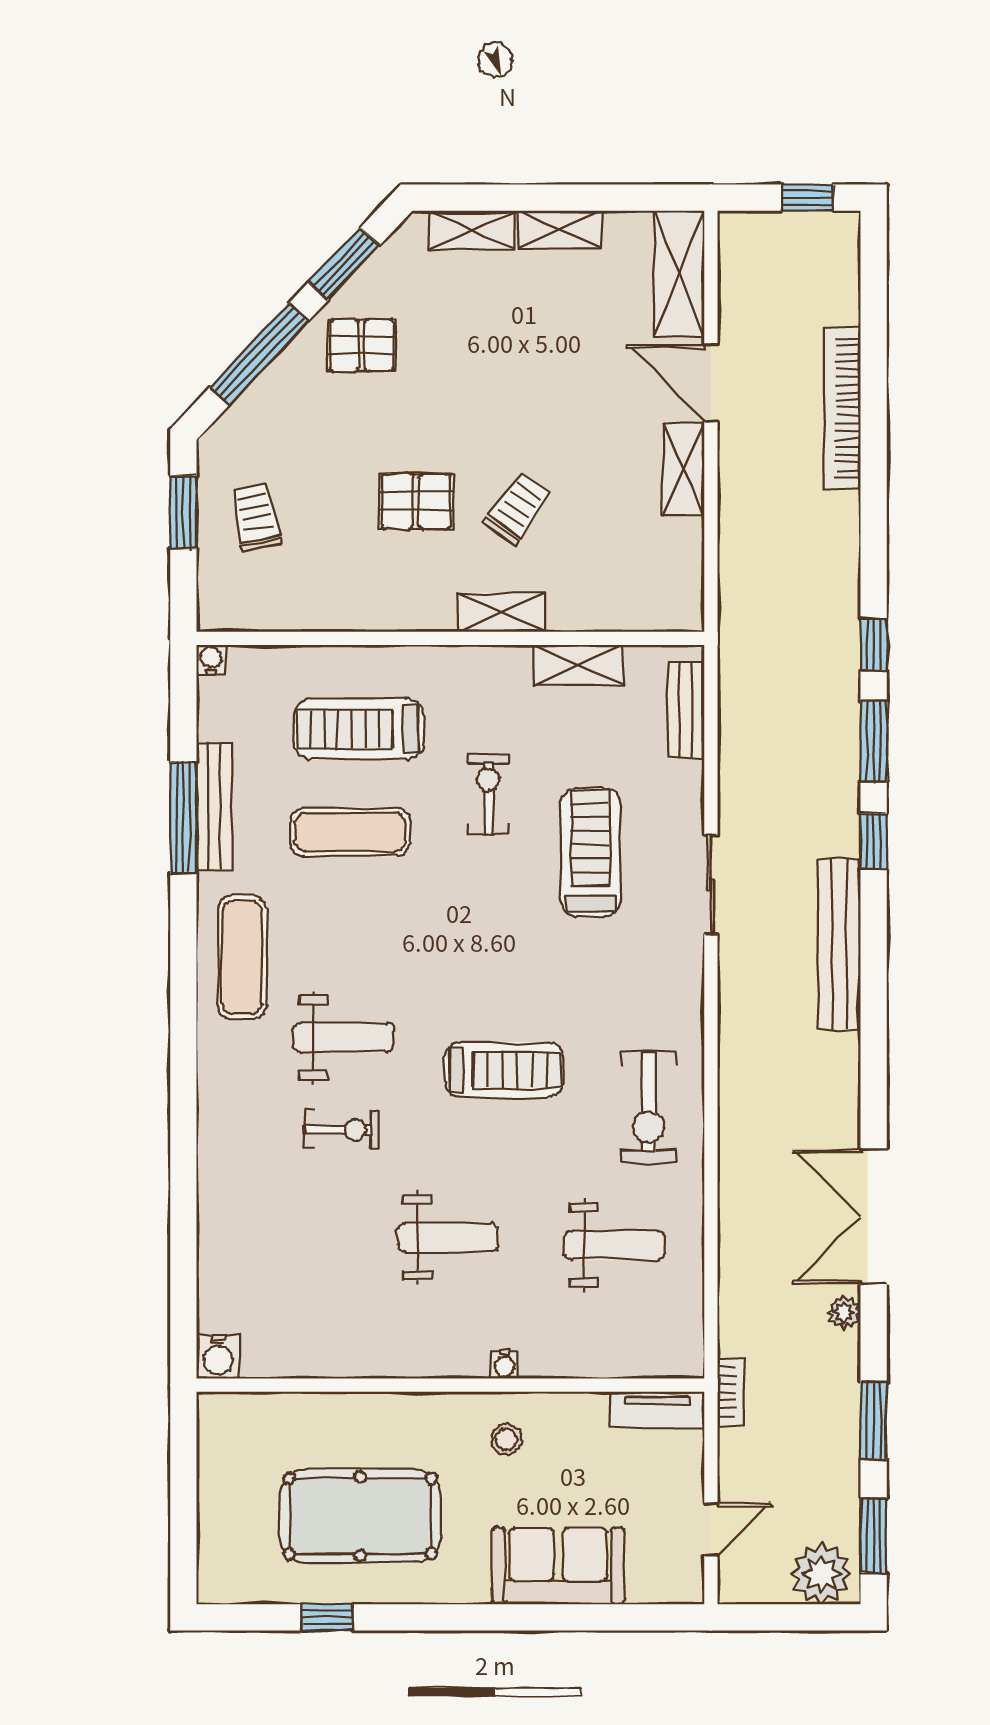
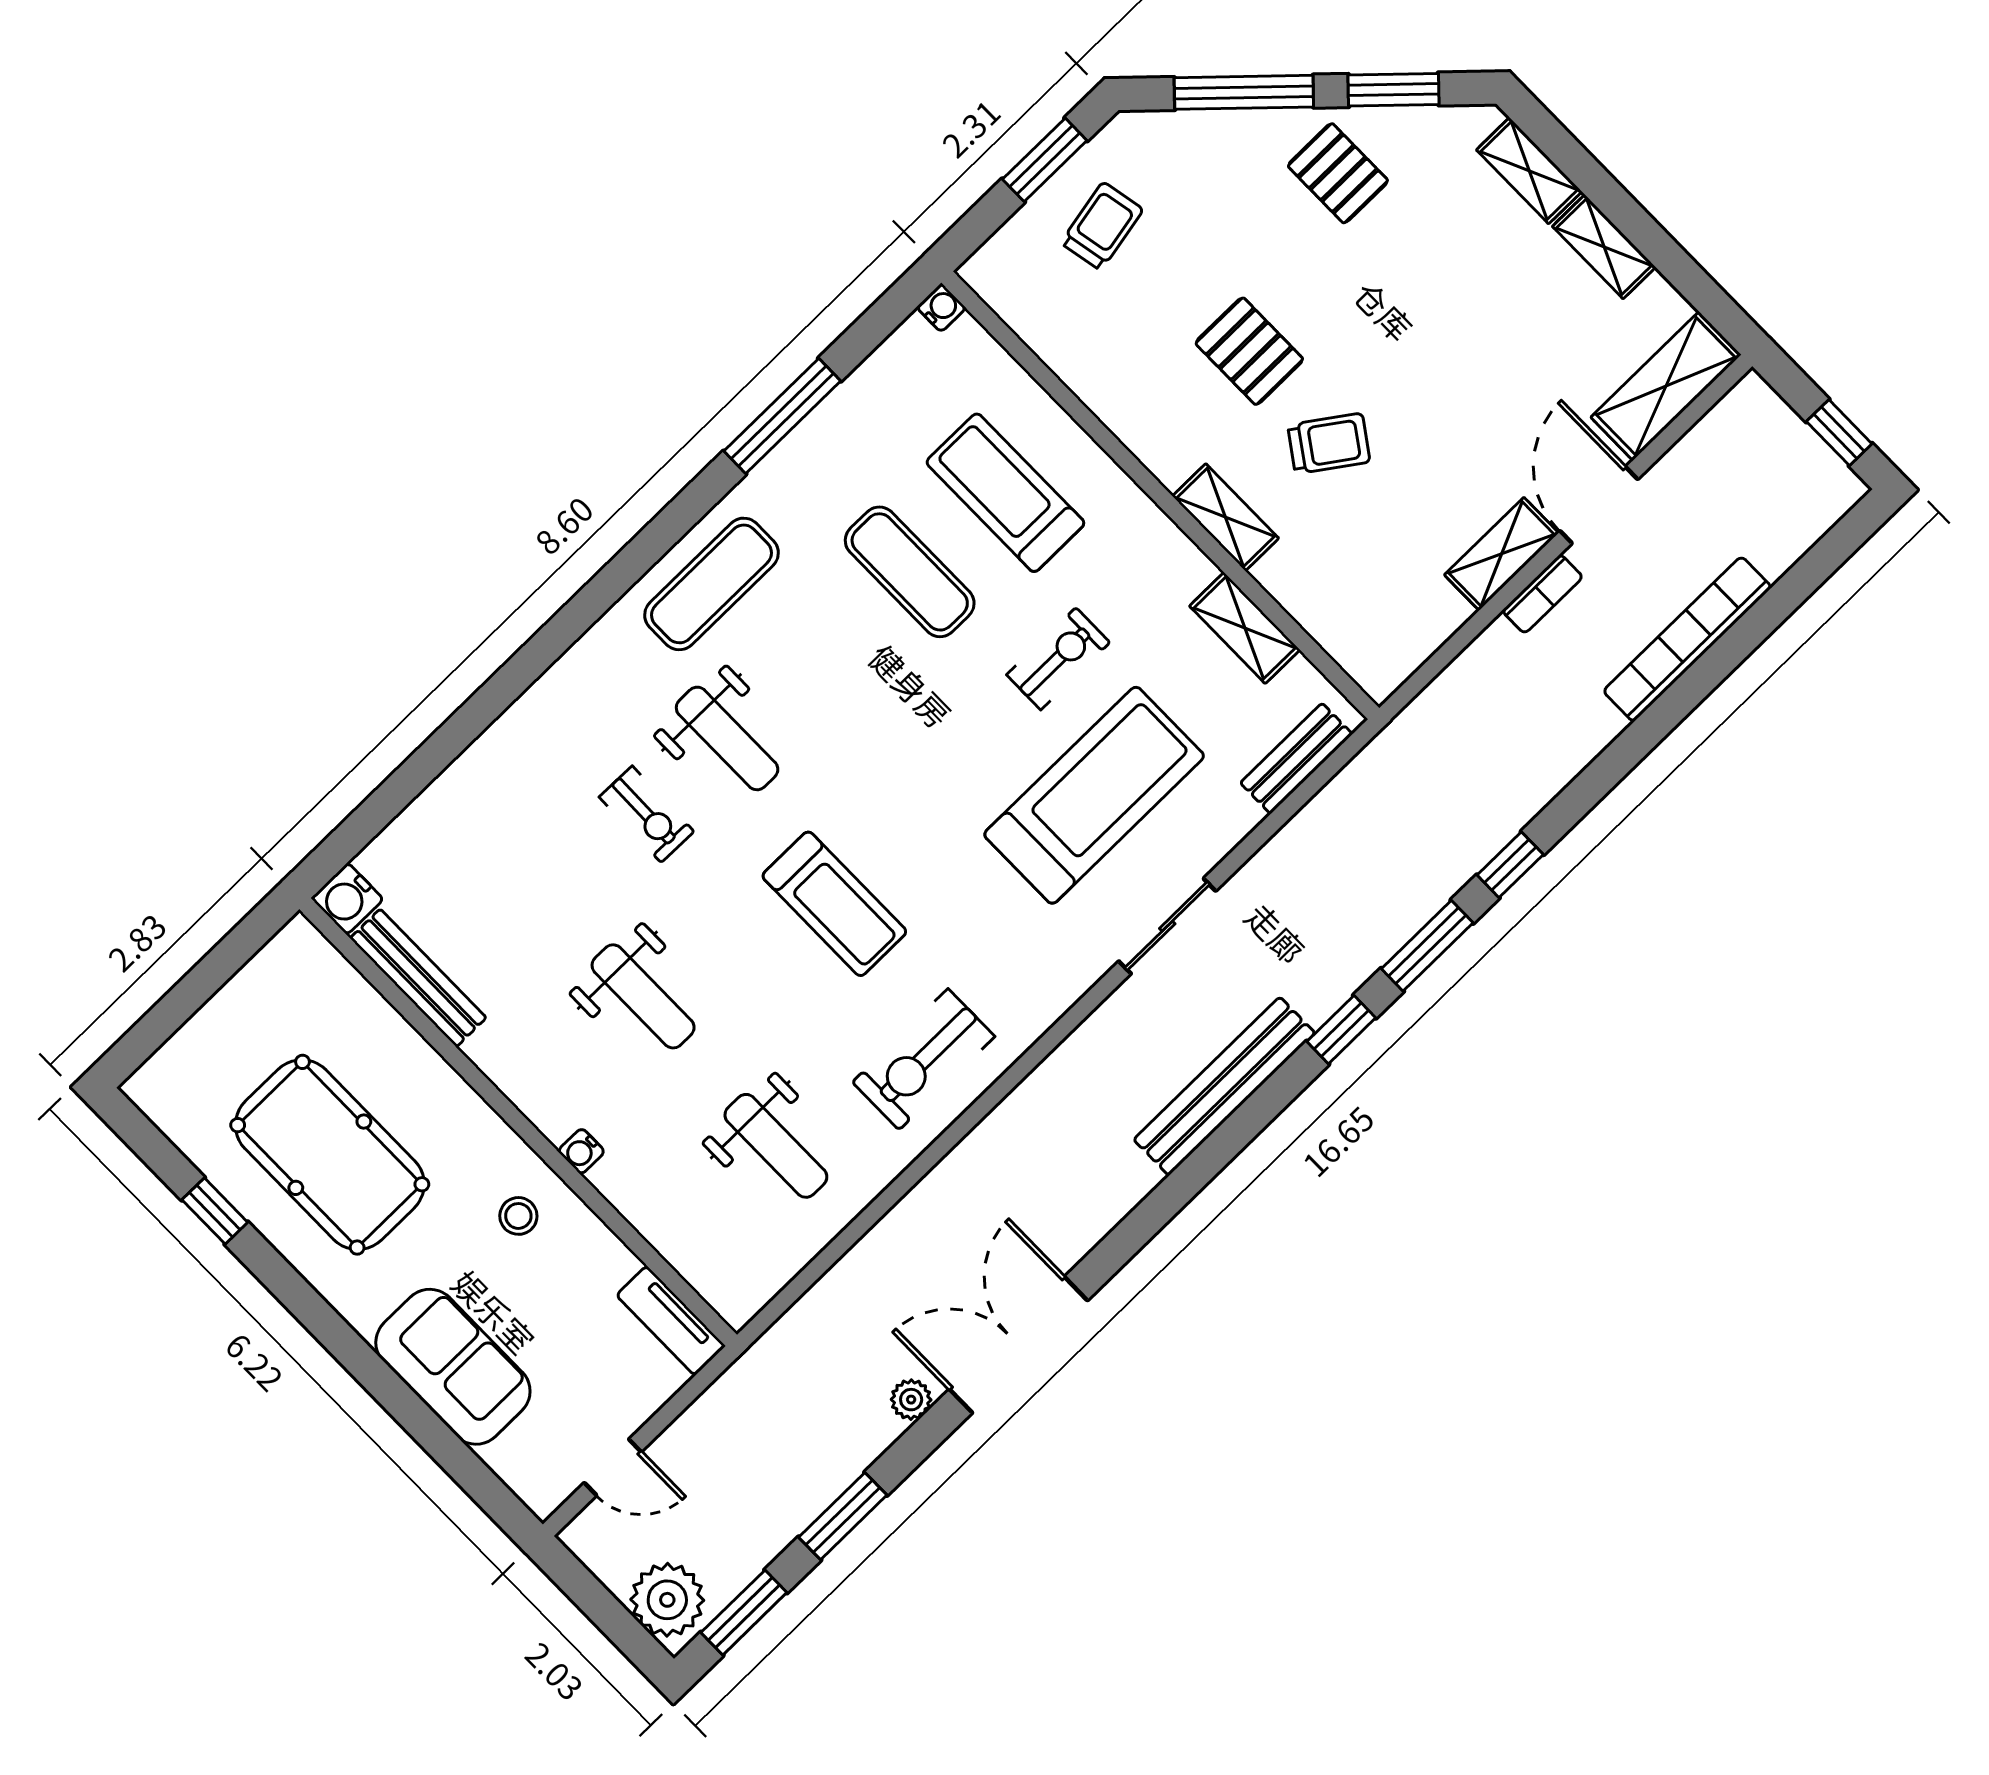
bench: (214, 806) -> (418, 978), moved, turned 90
treadmill: (590, 852) -> (1094, 795), width x1.37, depth x1.38
bookcase: (731, 1392) -> (1542, 594), moved

